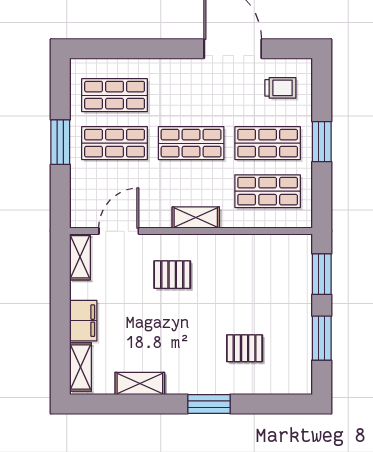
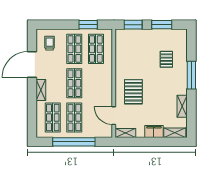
window: (60, 142) -> (74, 142), width x2.11
window: (322, 142) -> (88, 25), moved
shelving: (196, 218) -> (41, 90), moved
pallet: (172, 275) -> (133, 92), width x1.50, depth x1.42
window: (209, 404) -> (191, 75), width x1.44

